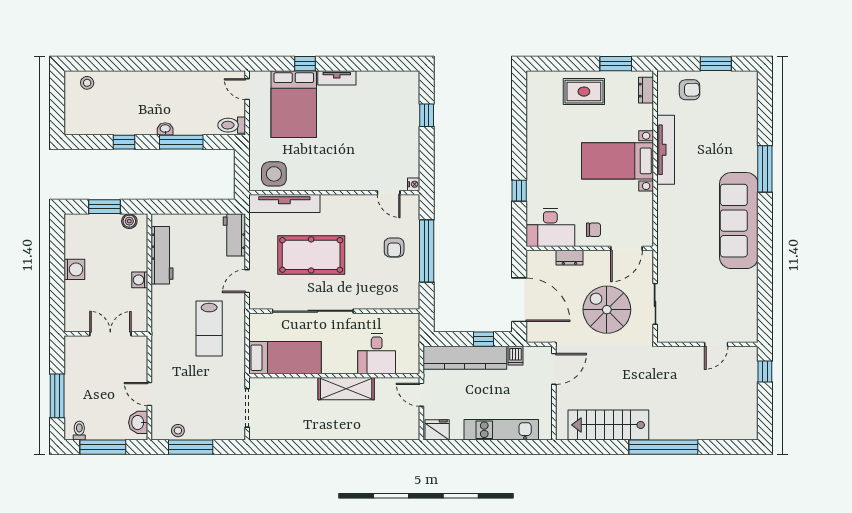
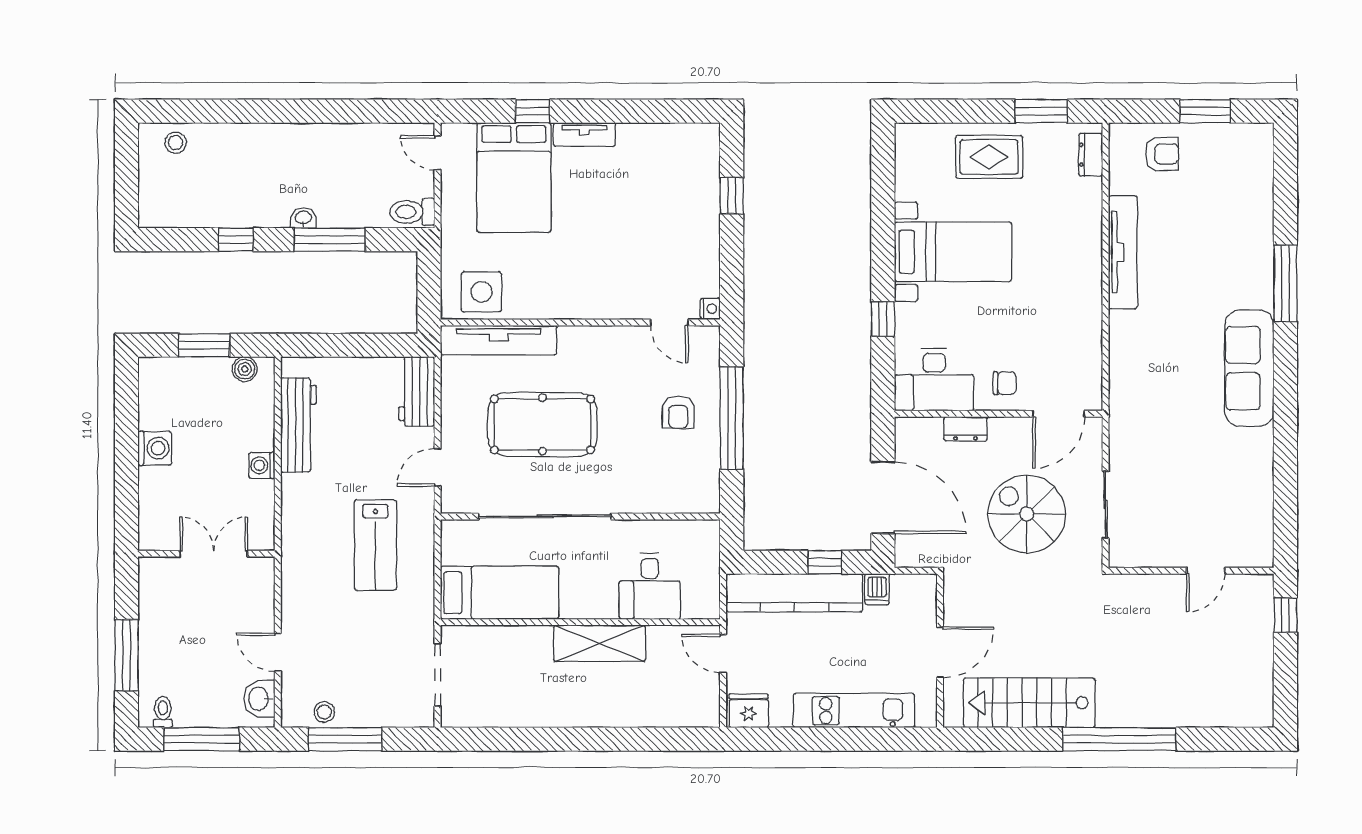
bed with nightstands: (617, 161) -> (953, 252), moved, turned 180
sofa: (739, 221) -> (1249, 368), width x0.74, depth x0.79
door: (554, 369) -> (940, 652), moved

